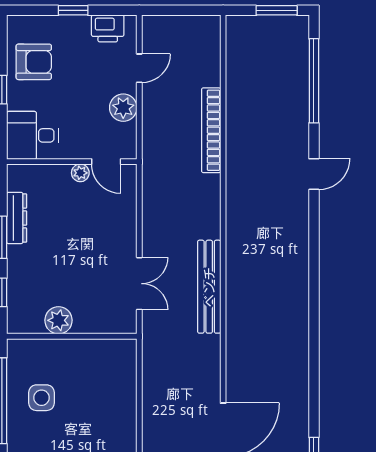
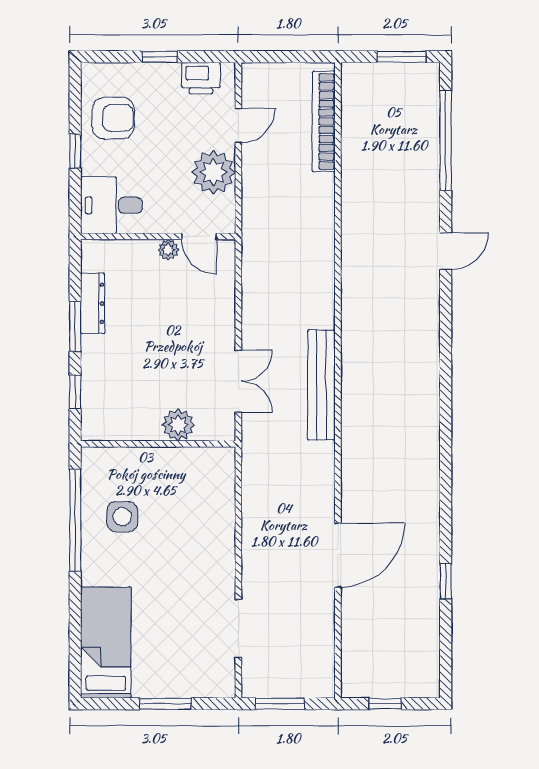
plant: (123, 108) -> (213, 172), width x1.36, depth x1.36
bookcase: (211, 130) -> (324, 121), moved
plant: (58, 320) -> (178, 425), moved

